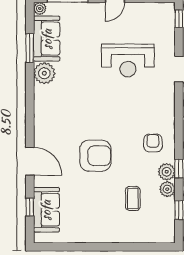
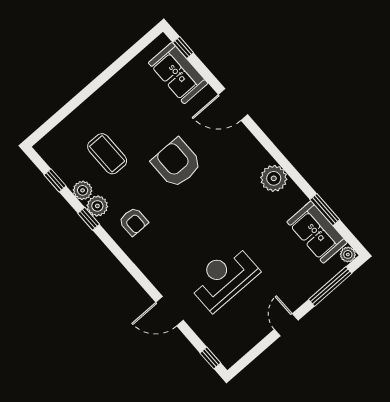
plant: (44, 73) -> (274, 178), moved
armchair: (95, 156) -> (177, 163), turned 90
coffee table: (133, 198) -> (107, 154), width x1.36, depth x1.30
window: (30, 207) -> (183, 48), moved

